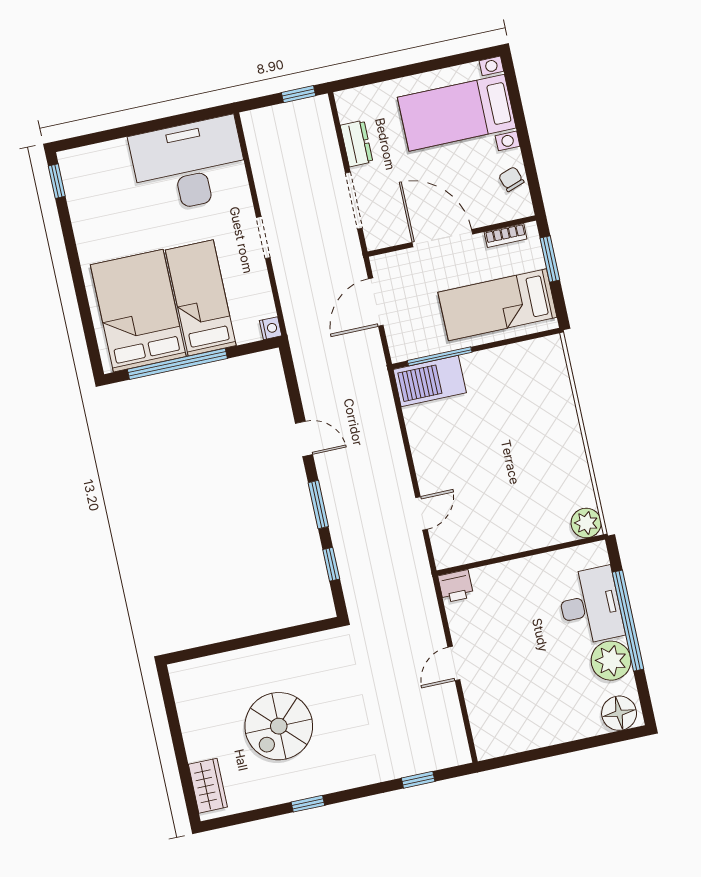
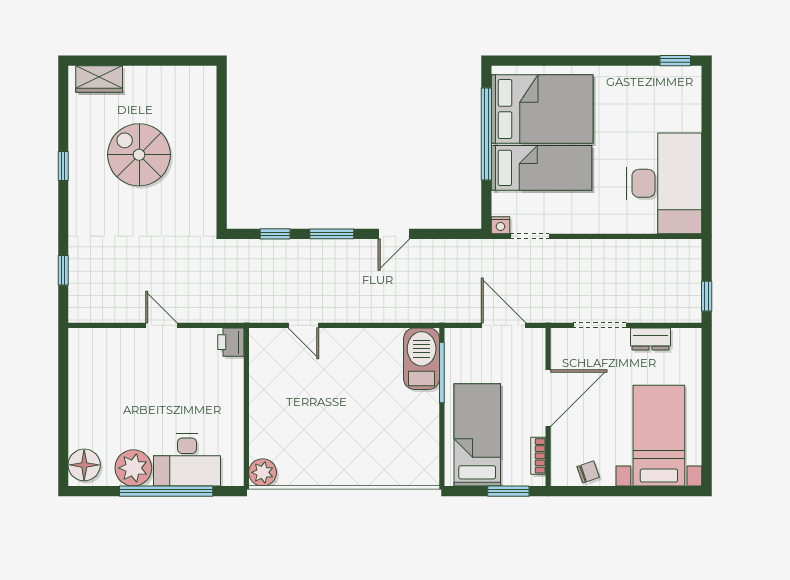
doorway: (263, 238) -> (530, 236), moved

